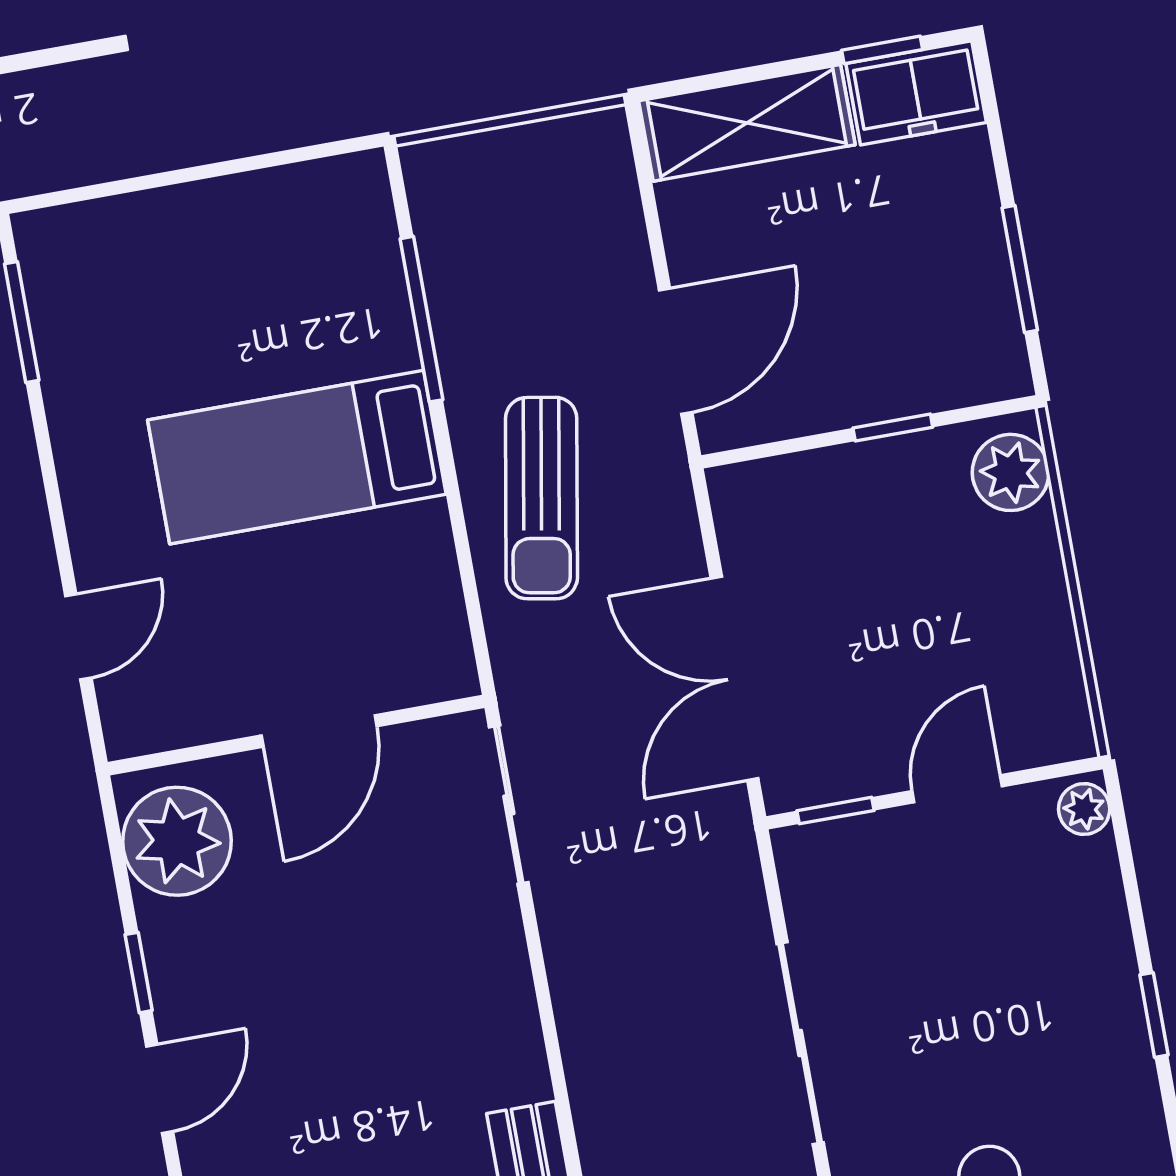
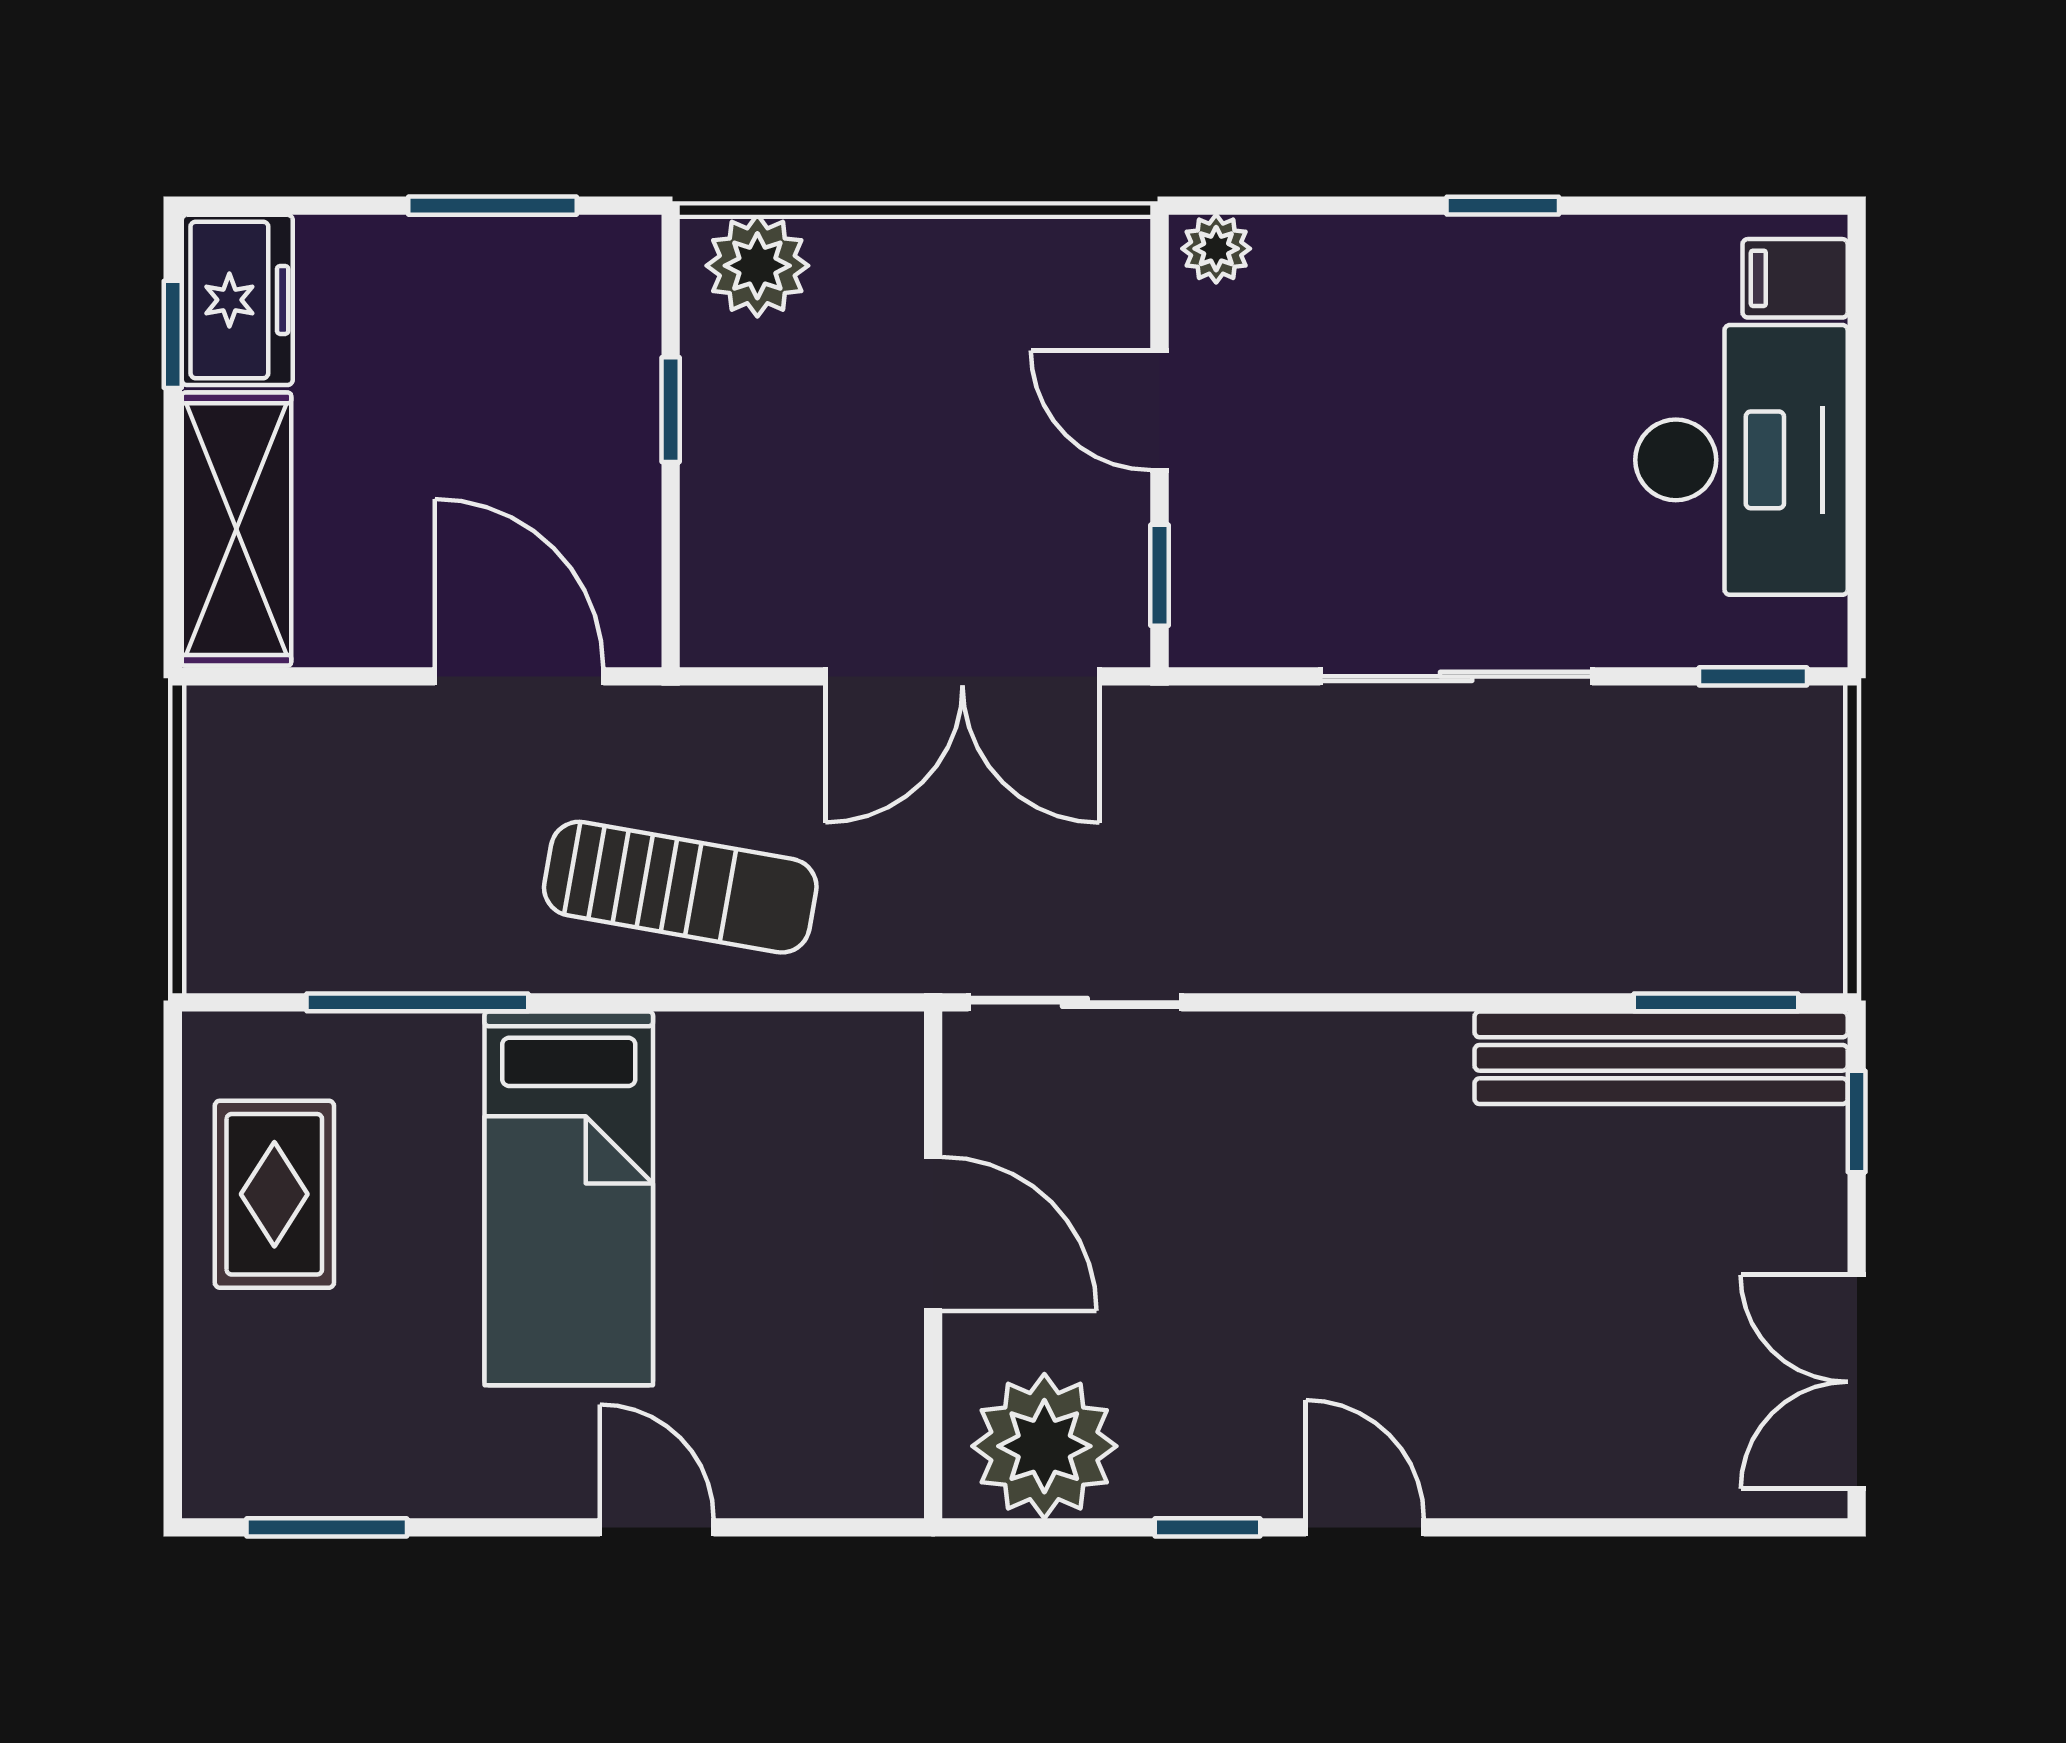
rug: (261, 239) -> (274, 1194), added
door: (78, 637) -> (657, 1527), moved

